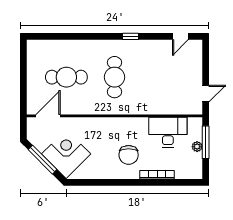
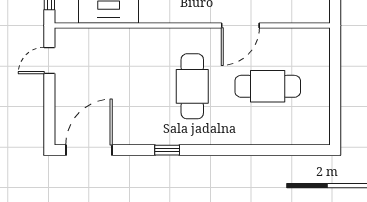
door: (180, 36) -> (89, 150), width x1.88
door: (48, 116) -> (240, 26), moved

